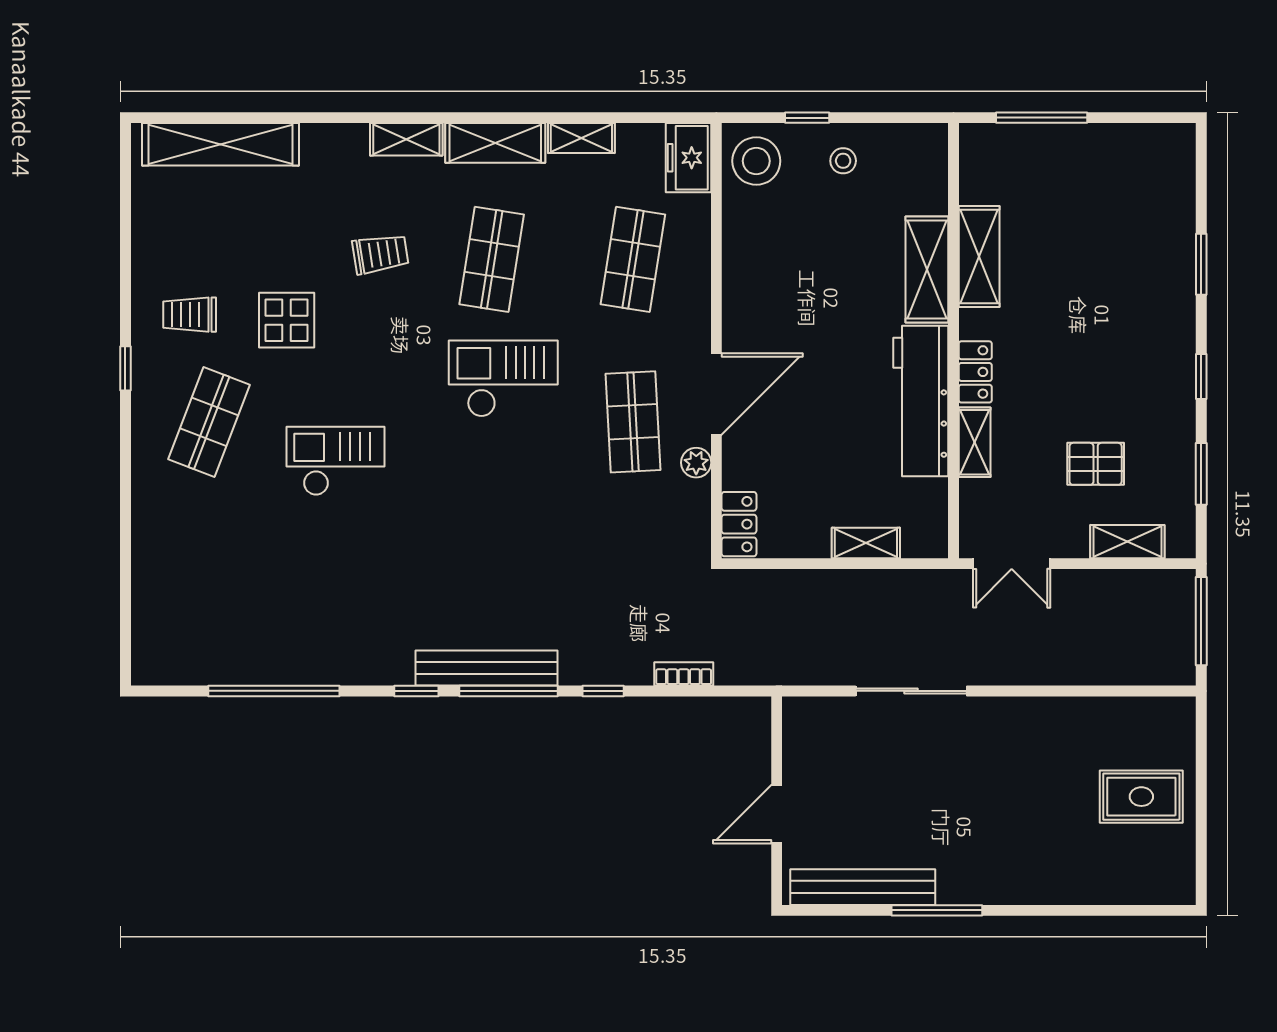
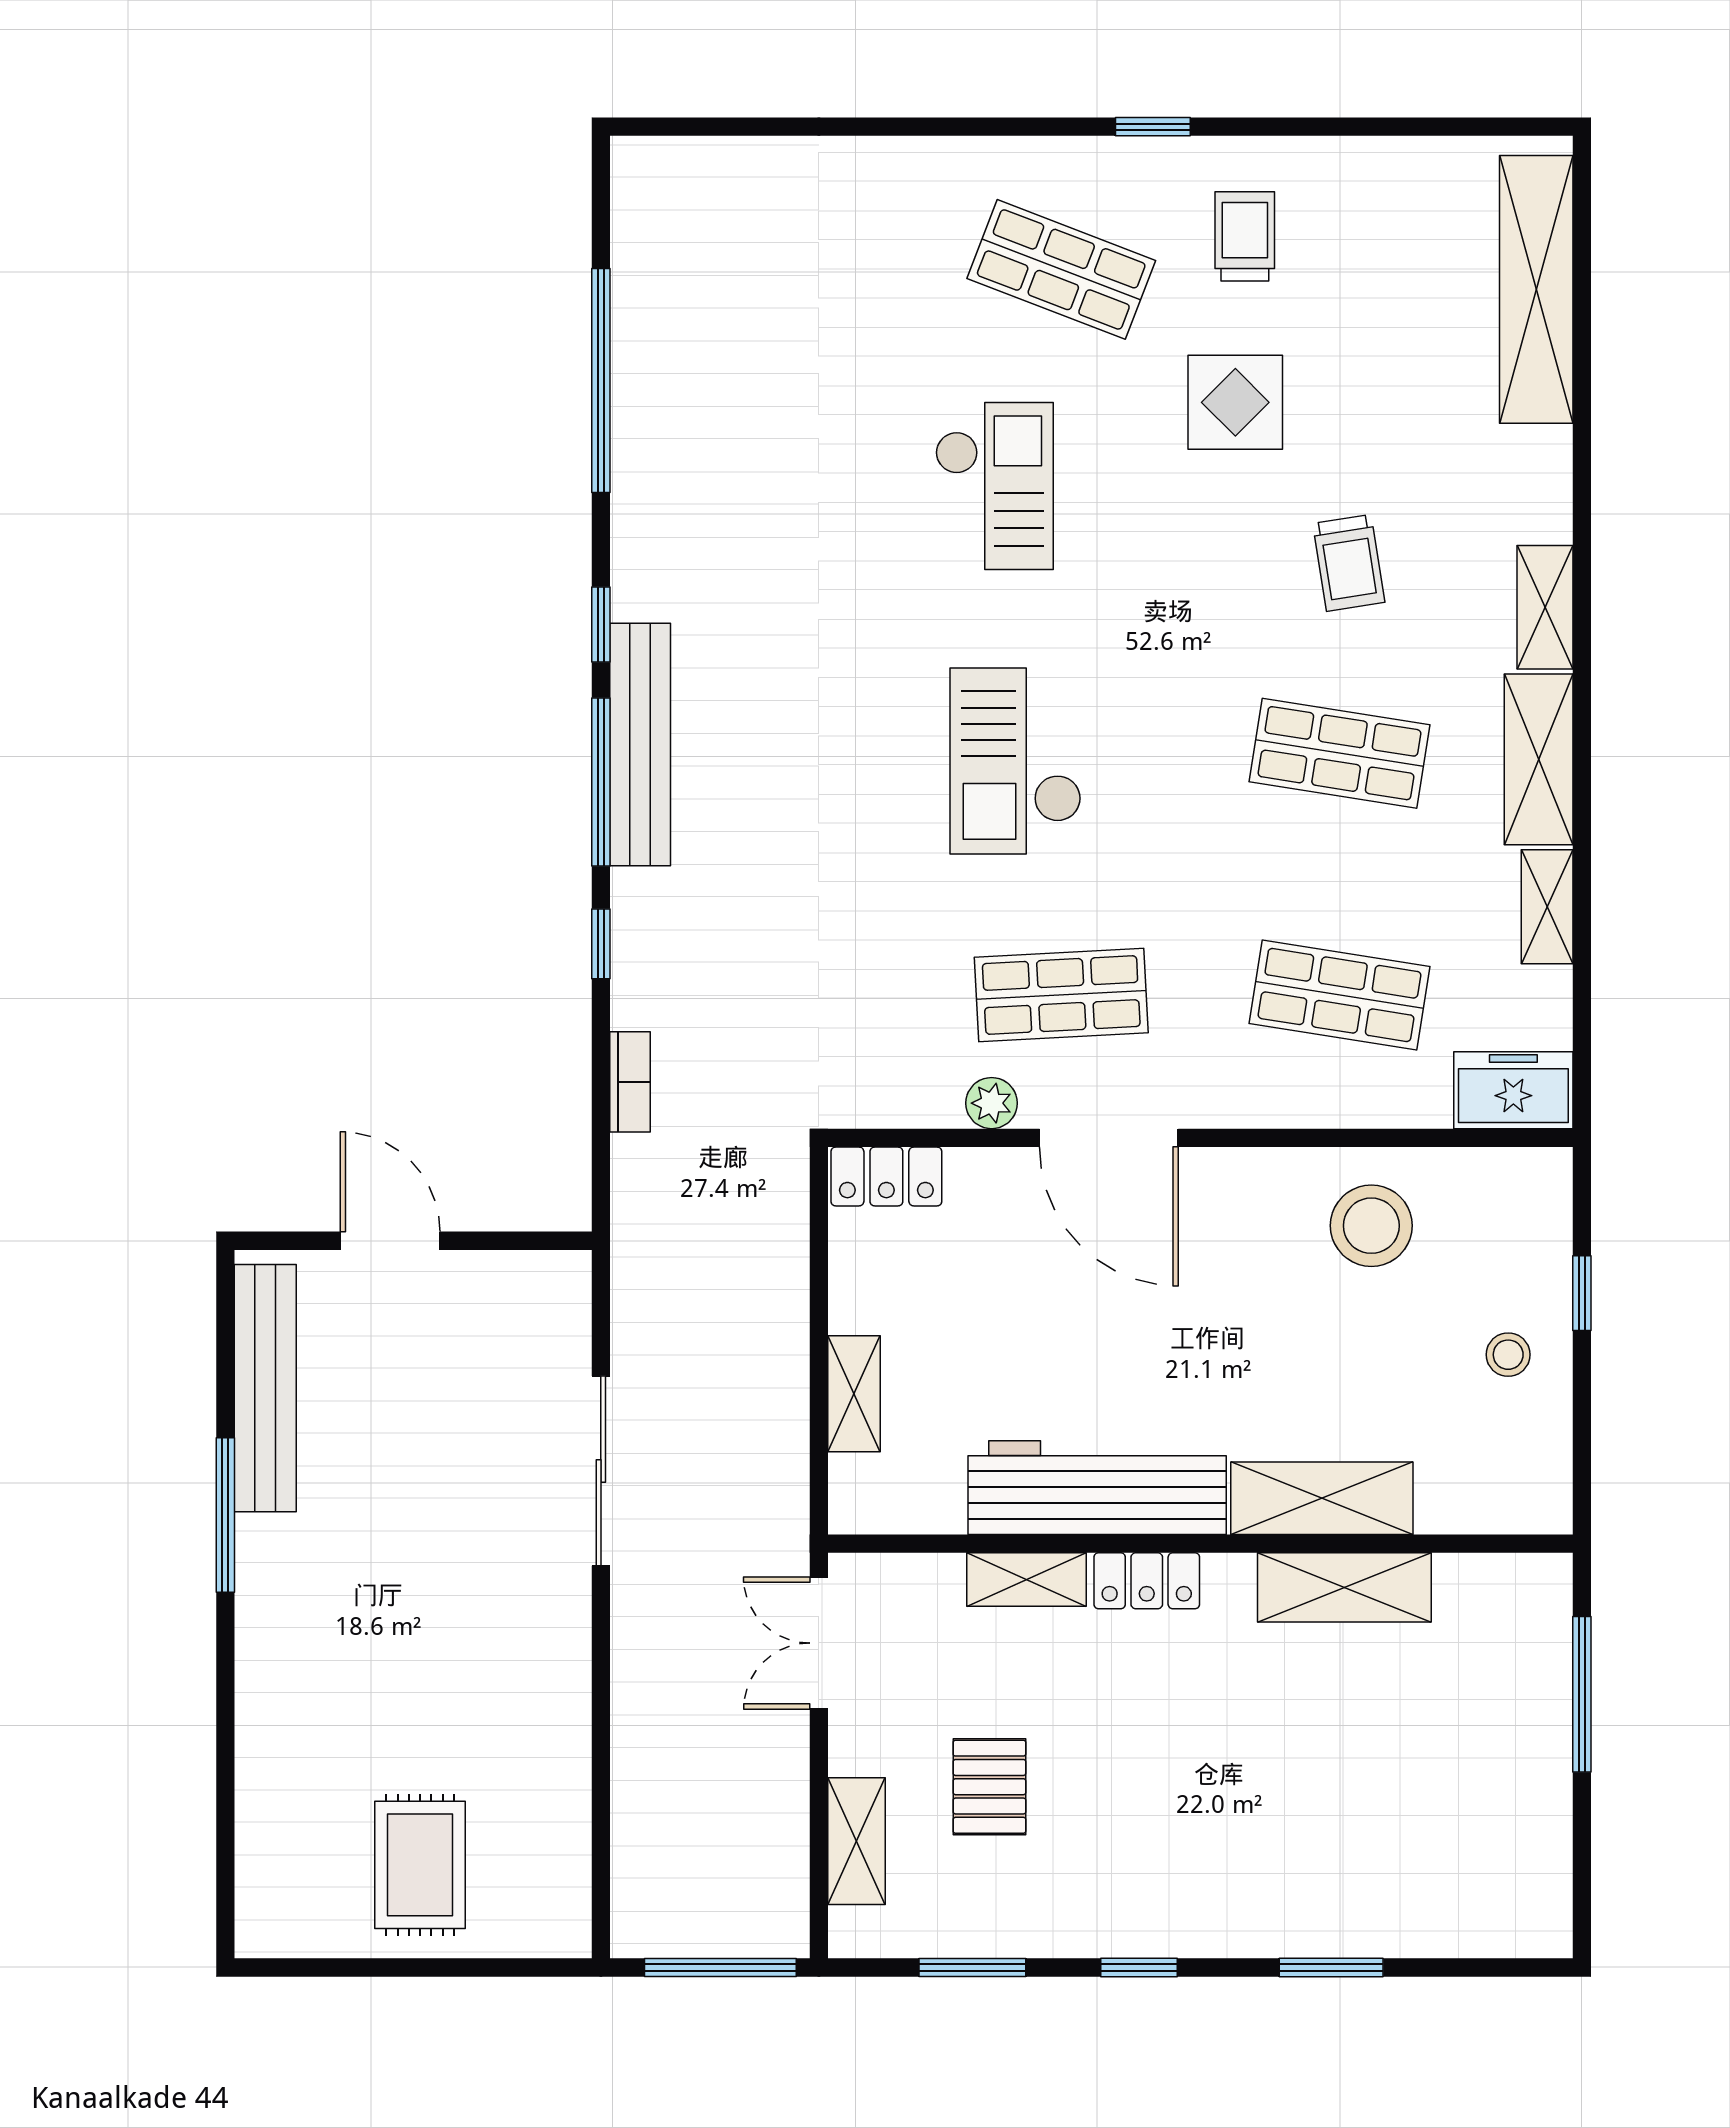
stool: (756, 161) -> (1371, 1226), moved
checkout: (503, 379) -> (1016, 761), moved, turned 180

